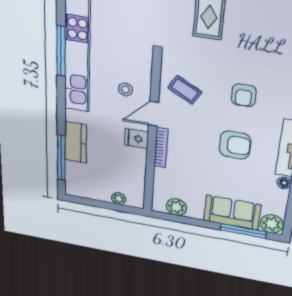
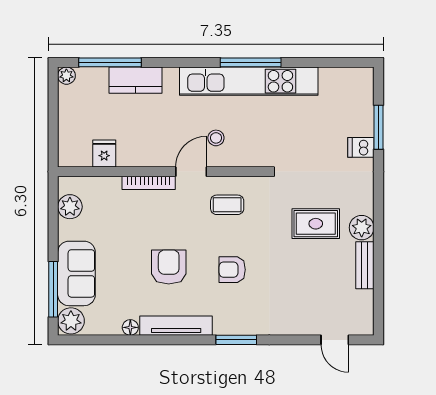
coffee table: (185, 90) -> (227, 205), turned 61
door: (153, 114) -> (191, 172), hinge flipped
fridge: (136, 139) -> (104, 153), moved
armchair: (235, 145) -> (169, 267), turned 180
plant: (119, 199) -> (66, 76), moved

